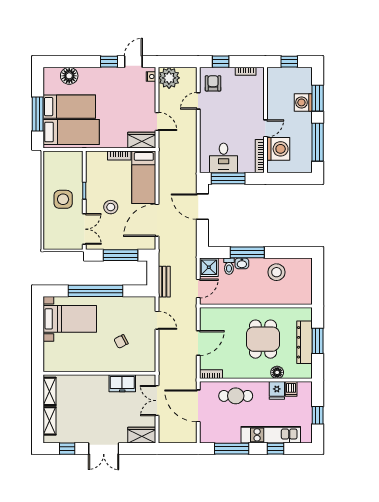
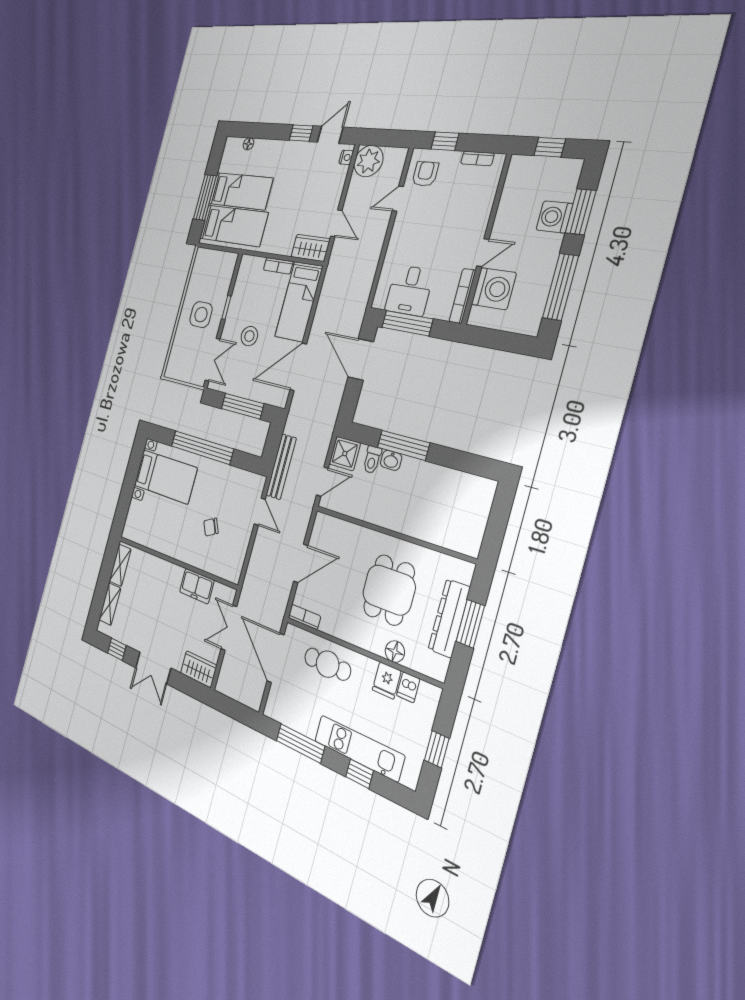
floor lamp: (69, 76) -> (248, 144), width x0.53, depth x0.53
stool: (277, 272) -> (437, 489), removed
bench: (164, 282) -> (281, 467), width x1.36

